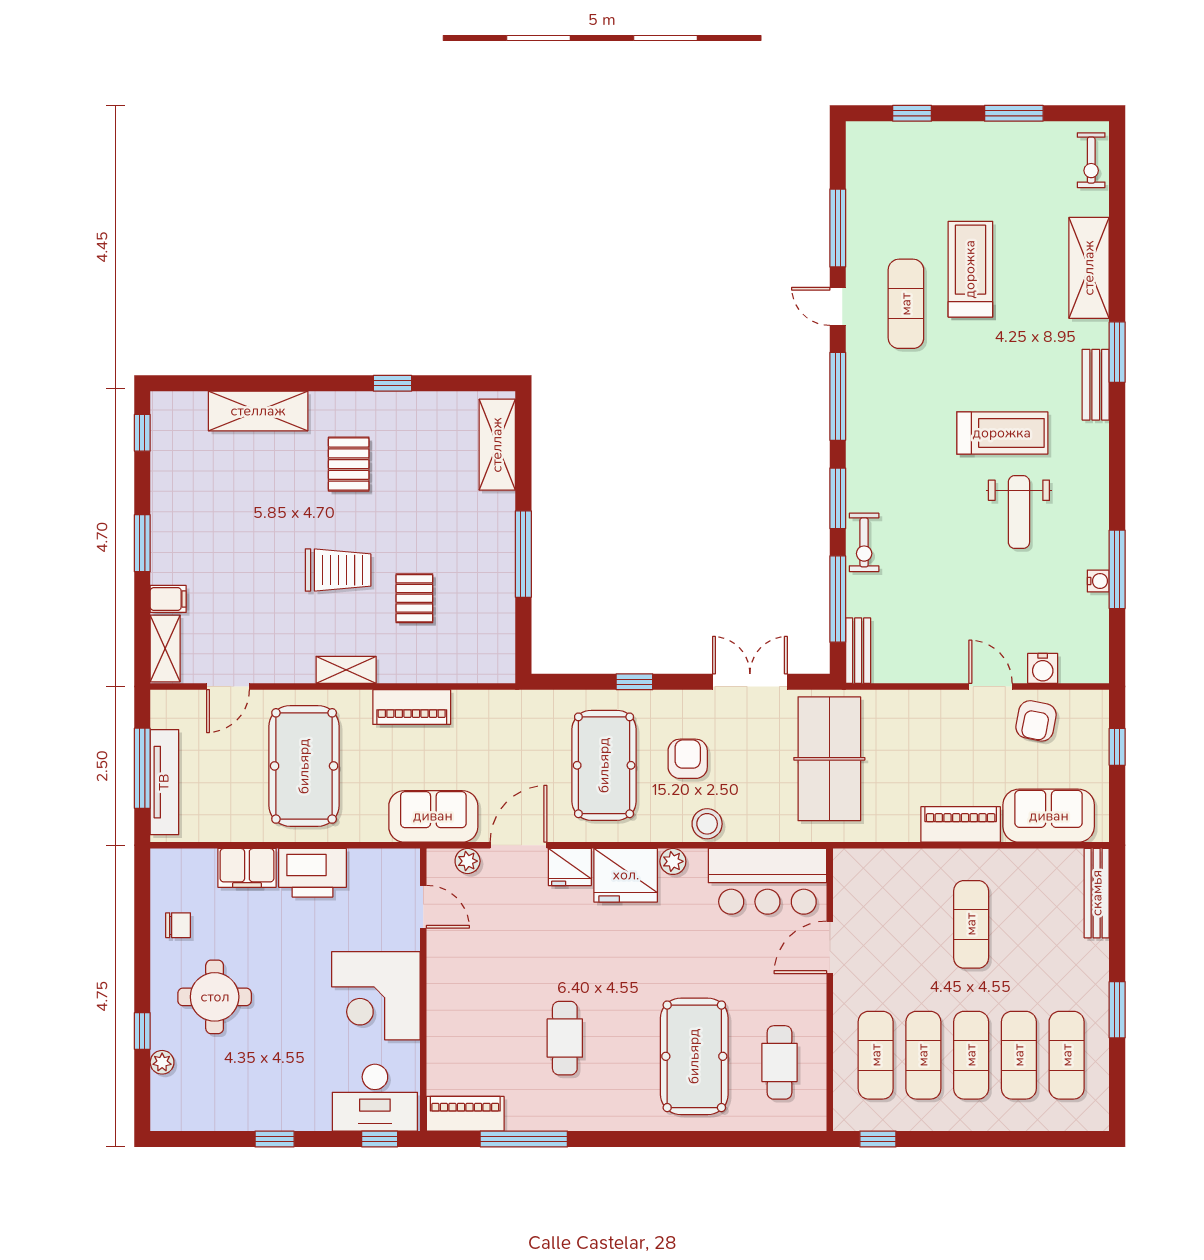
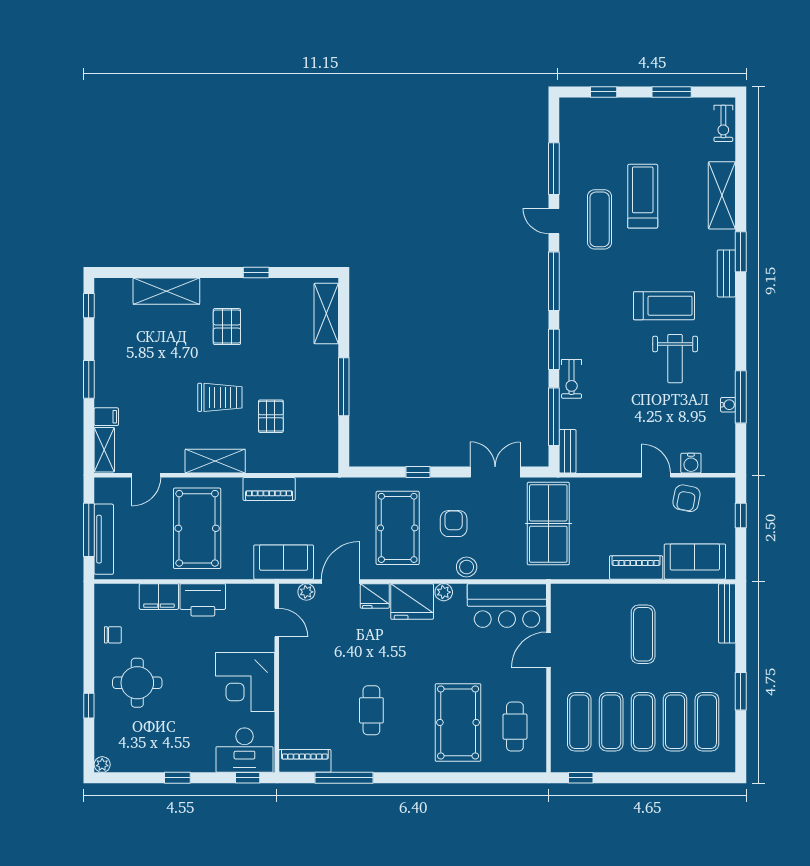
shelving: (346, 670) -> (215, 461), width x1.50, depth x1.33
plant: (162, 1062) -> (102, 765), moved

